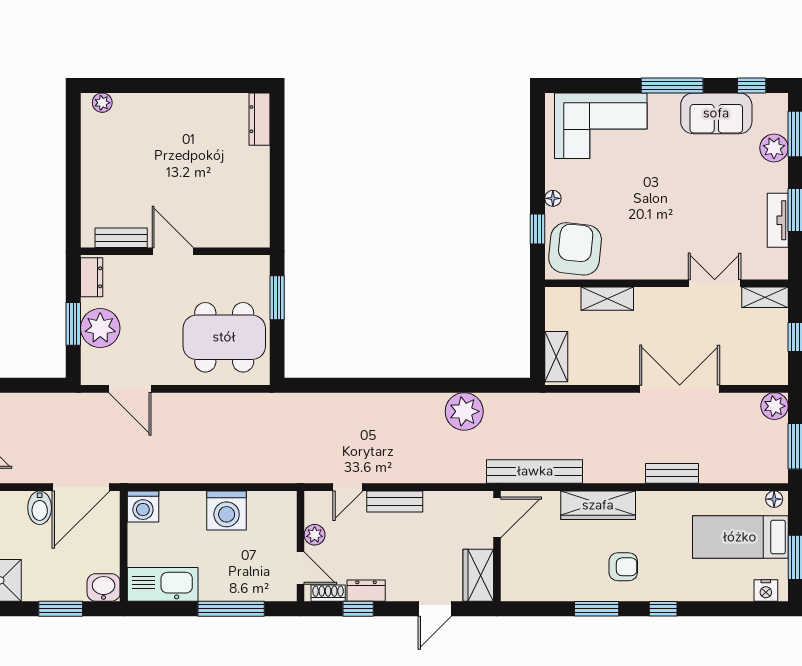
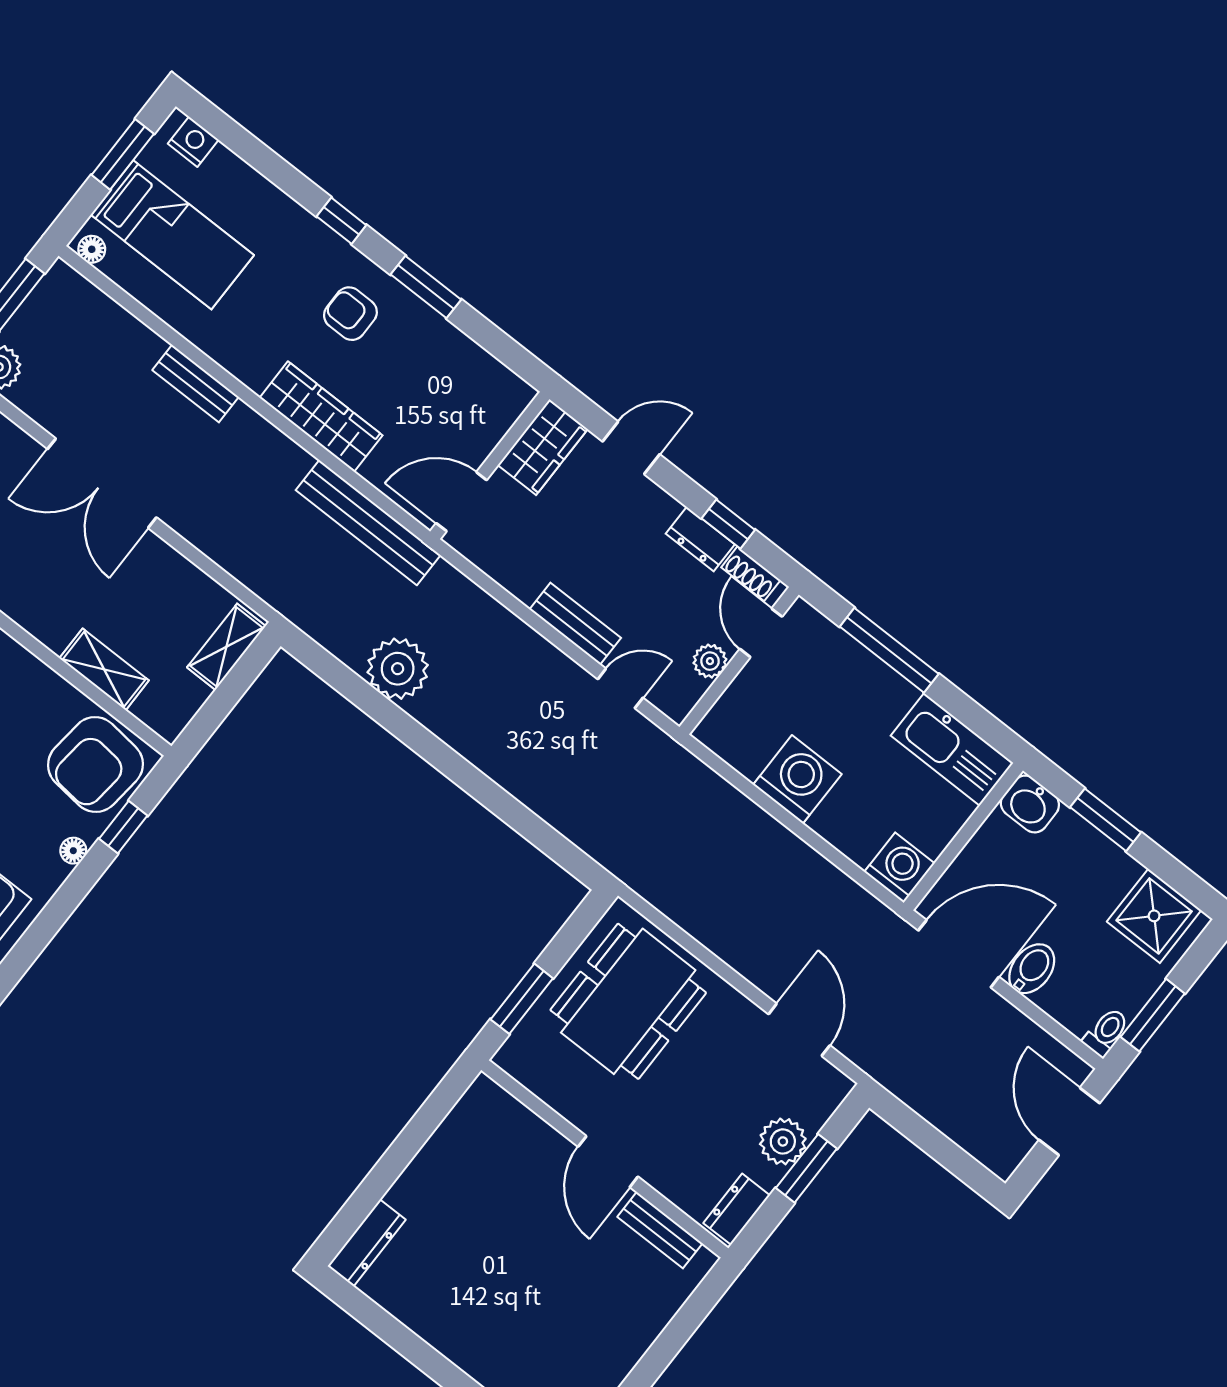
plant: (100, 328) -> (783, 1141), width x0.73, depth x0.73
dining table: (224, 337) -> (628, 1001), turned 90

